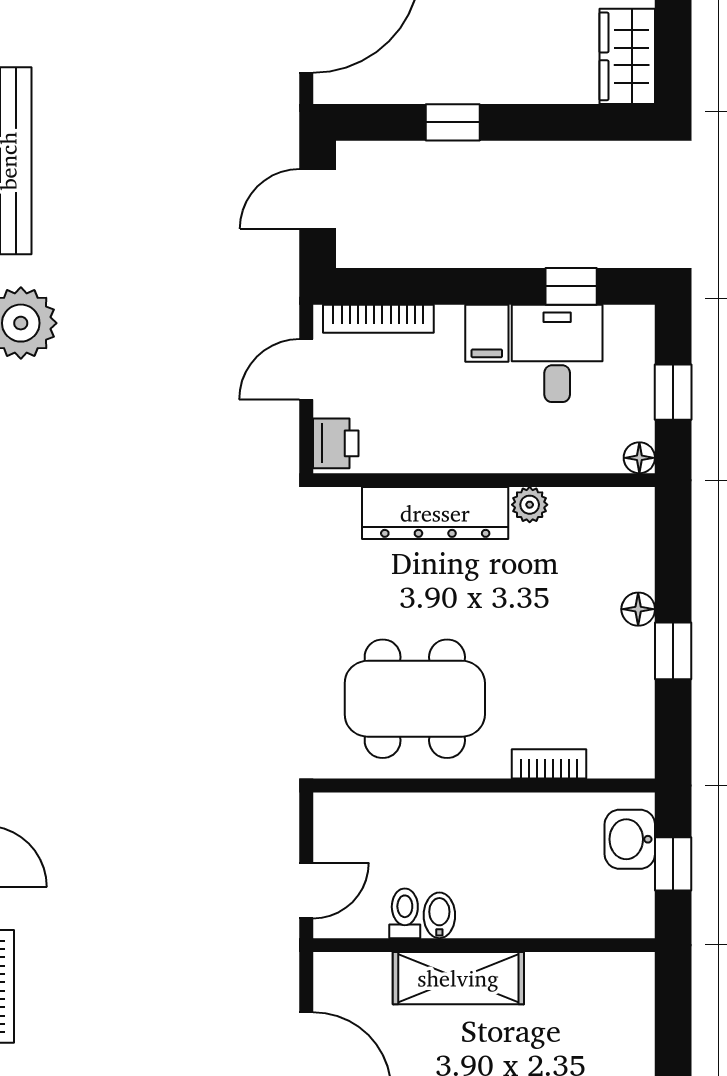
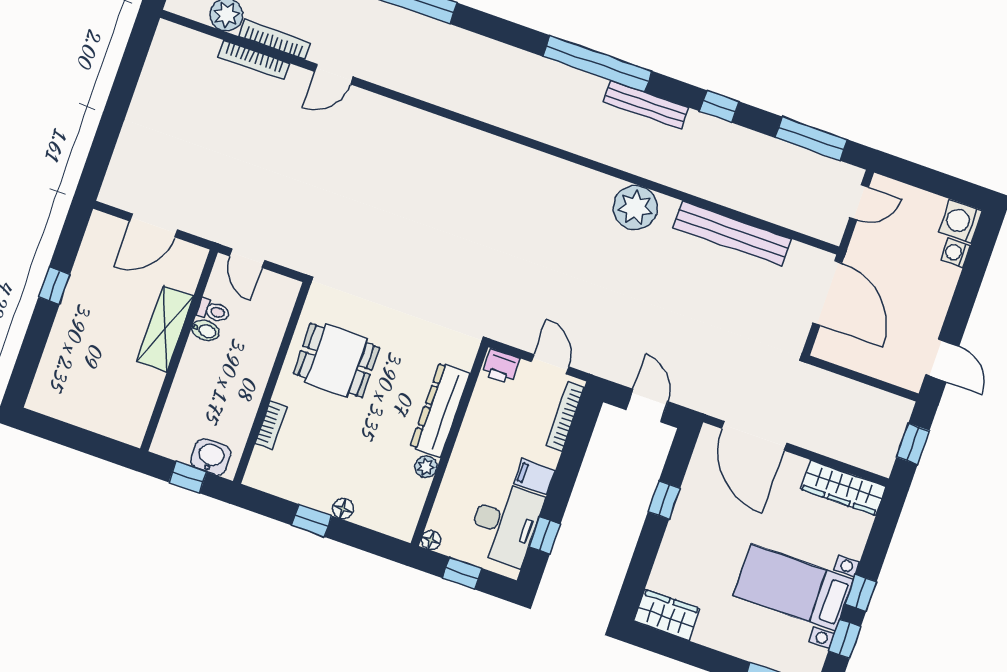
desk: (557, 353) -> (505, 523), width x1.37
dining table: (415, 699) -> (336, 360), width x0.73

